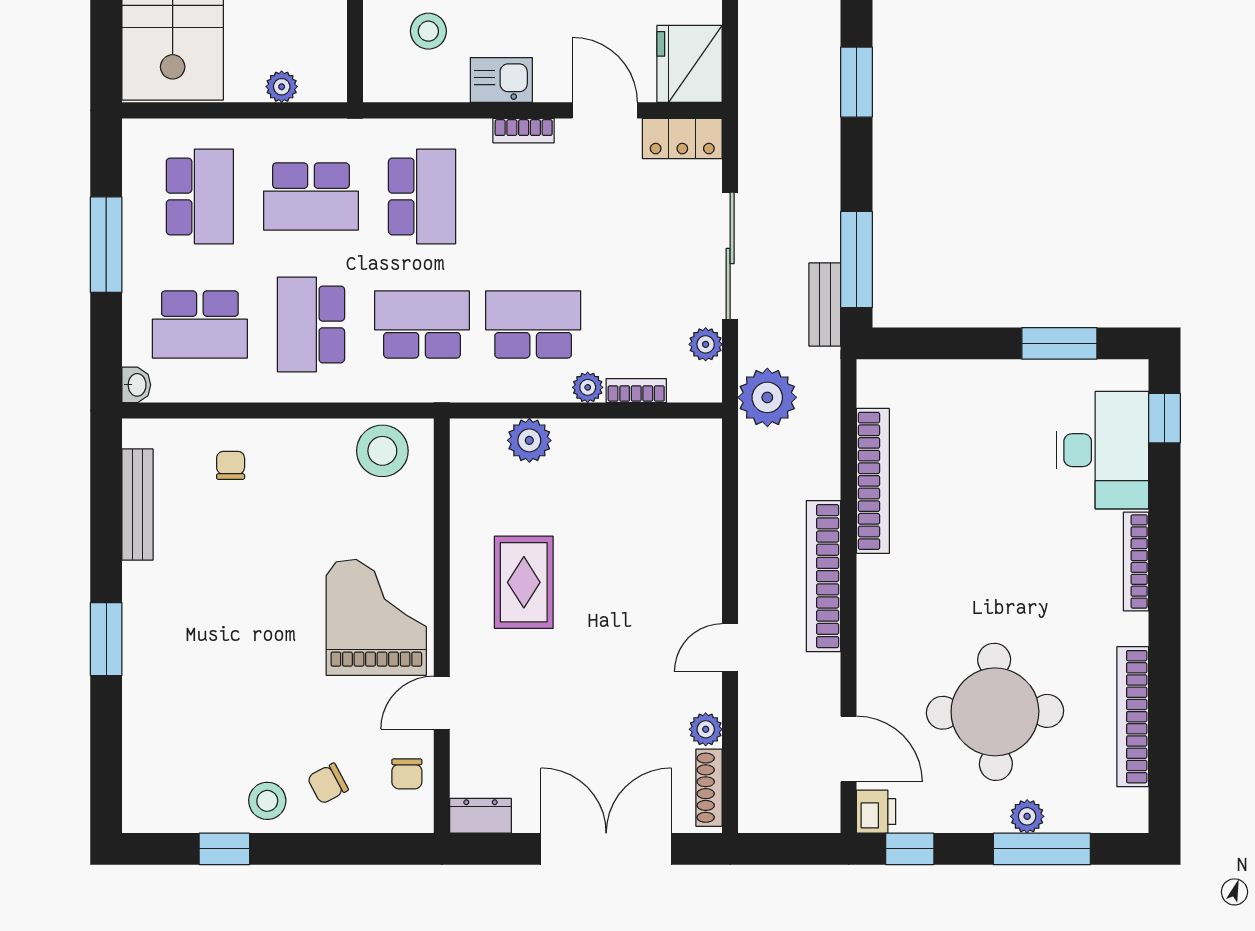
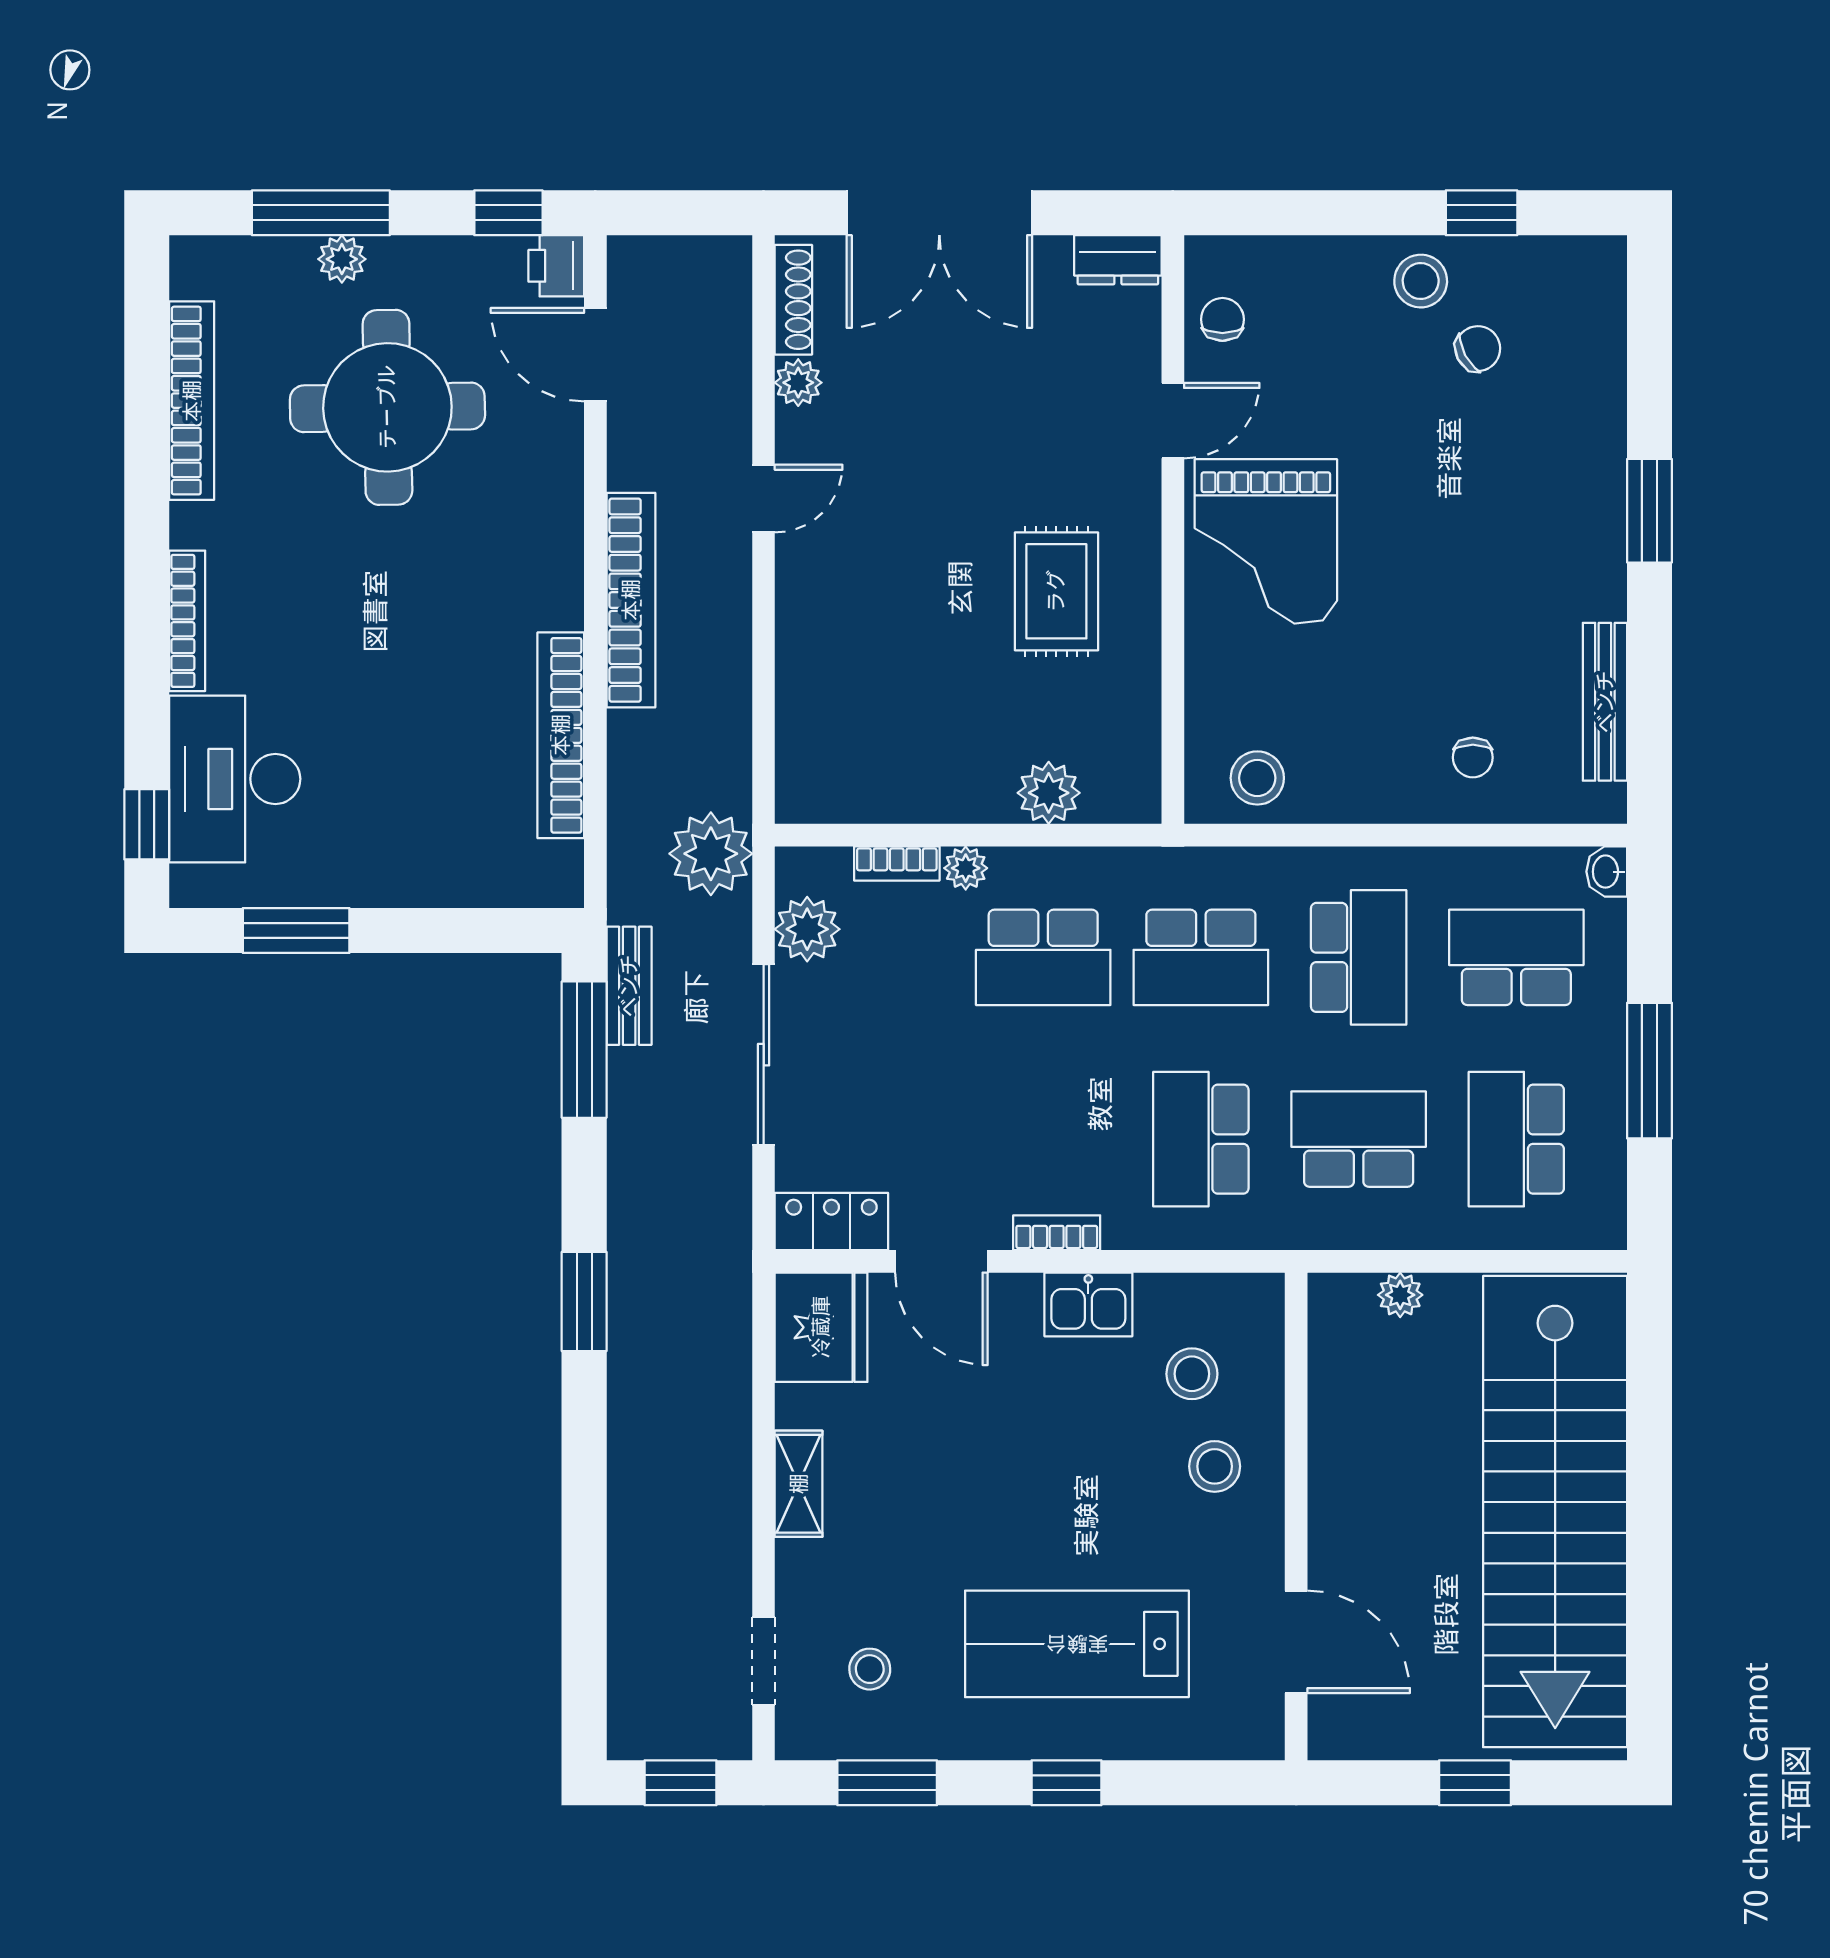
plant: (706, 344) -> (807, 929), width x1.38, depth x1.38
stool: (382, 451) -> (1257, 778), width x0.73, depth x0.73
chair: (328, 784) -> (1478, 349), moved

